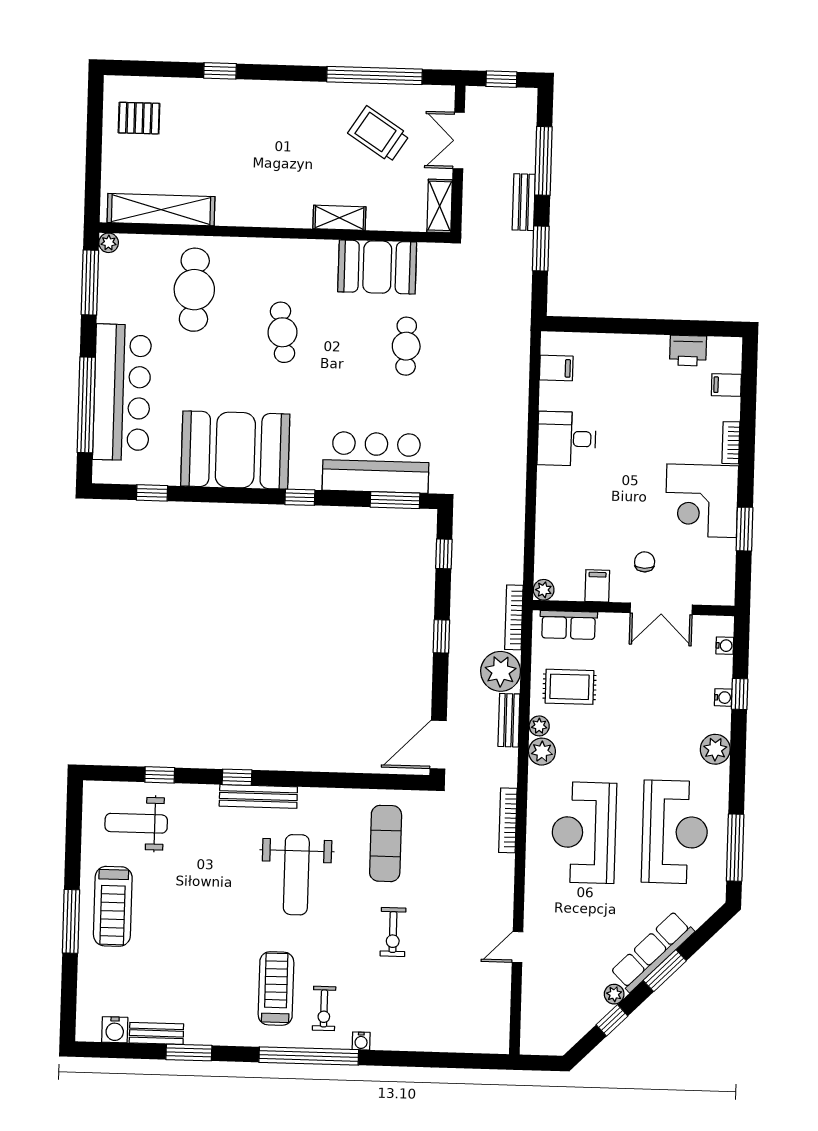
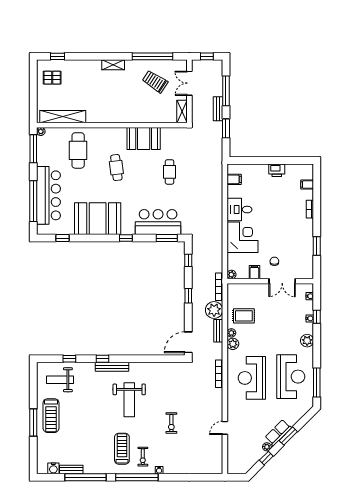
window: (220, 71) -> (57, 56), moved
shelving: (339, 218) -> (113, 65), moved
booth: (377, 267) -> (144, 138), moved
printer: (688, 351) -> (277, 170), moved
corner desk: (702, 501) -> (242, 237), moved, turned 180
row of seats: (569, 625) -> (243, 289), removed
exercise mat: (386, 843) -> (167, 385), removed
row of seats: (652, 952) -> (278, 433), width x0.68
window: (189, 1052) -> (85, 477), width x2.11

